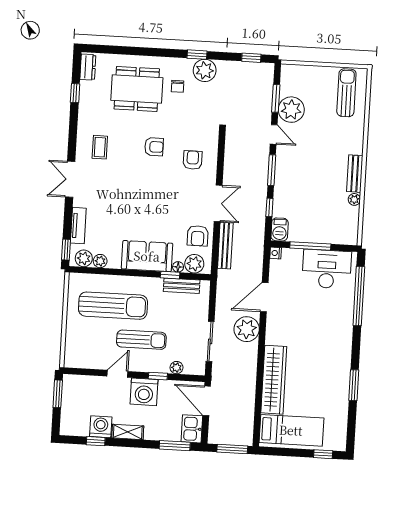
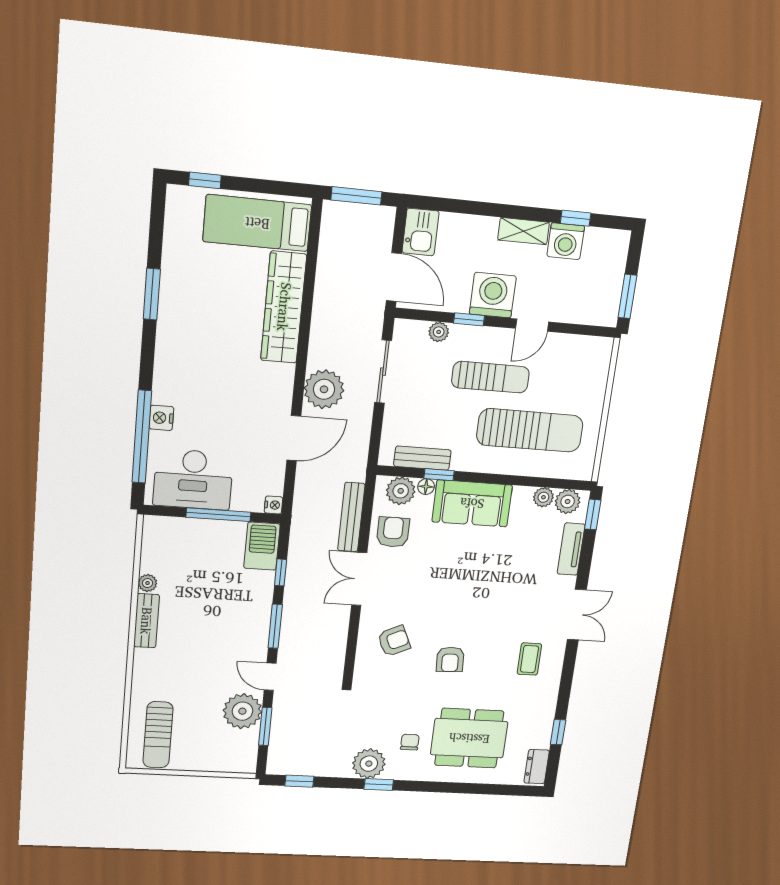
armchair: (154, 147) -> (450, 659), turned -93
armchair: (193, 160) -> (394, 641), turned -115
barbecue: (280, 229) -> (262, 546), width x1.38, depth x1.27
sun lounger: (113, 306) -> (530, 430), turned 180
nightstand: (347, 308) -> (161, 418), added
sun lounger: (141, 340) -> (490, 377), turned 180
window: (175, 446) -> (450, 205), removed

